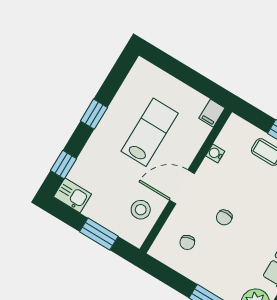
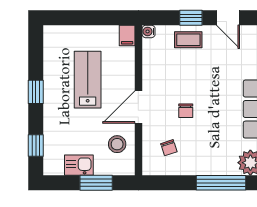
water cooler: (215, 153) -> (149, 31), moved
kitchen sink: (72, 195) -> (79, 165), moved

